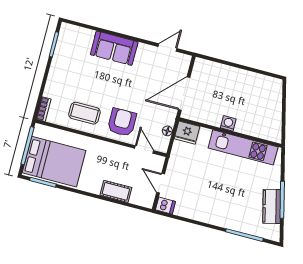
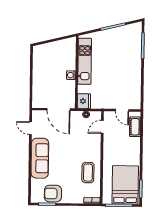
sofa: (114, 48) -> (40, 158), width x1.36
armchair: (122, 122) -> (53, 194), moved
door: (161, 183) -> (122, 110), hinge flipped
cot: (116, 191) -> (135, 127), moved
dishwasher: (165, 206) -> (136, 103), removed
kitchen counter: (272, 206) -> (119, 32), removed

